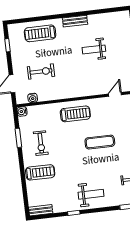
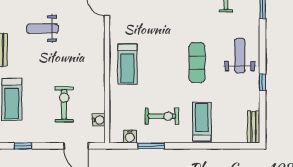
weight bench: (94, 49) -> (42, 29), turned 90
water cooler: (22, 112) -> (130, 137), moved
treadmill: (75, 114) -> (127, 64), turned 180
exercise mat: (100, 142) -> (197, 63), moved

